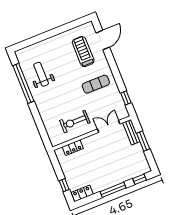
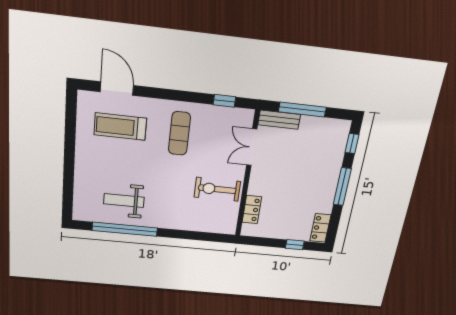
exercise bike: (75, 122) -> (217, 189), turned 90
window: (143, 141) -> (302, 110), width x1.44

